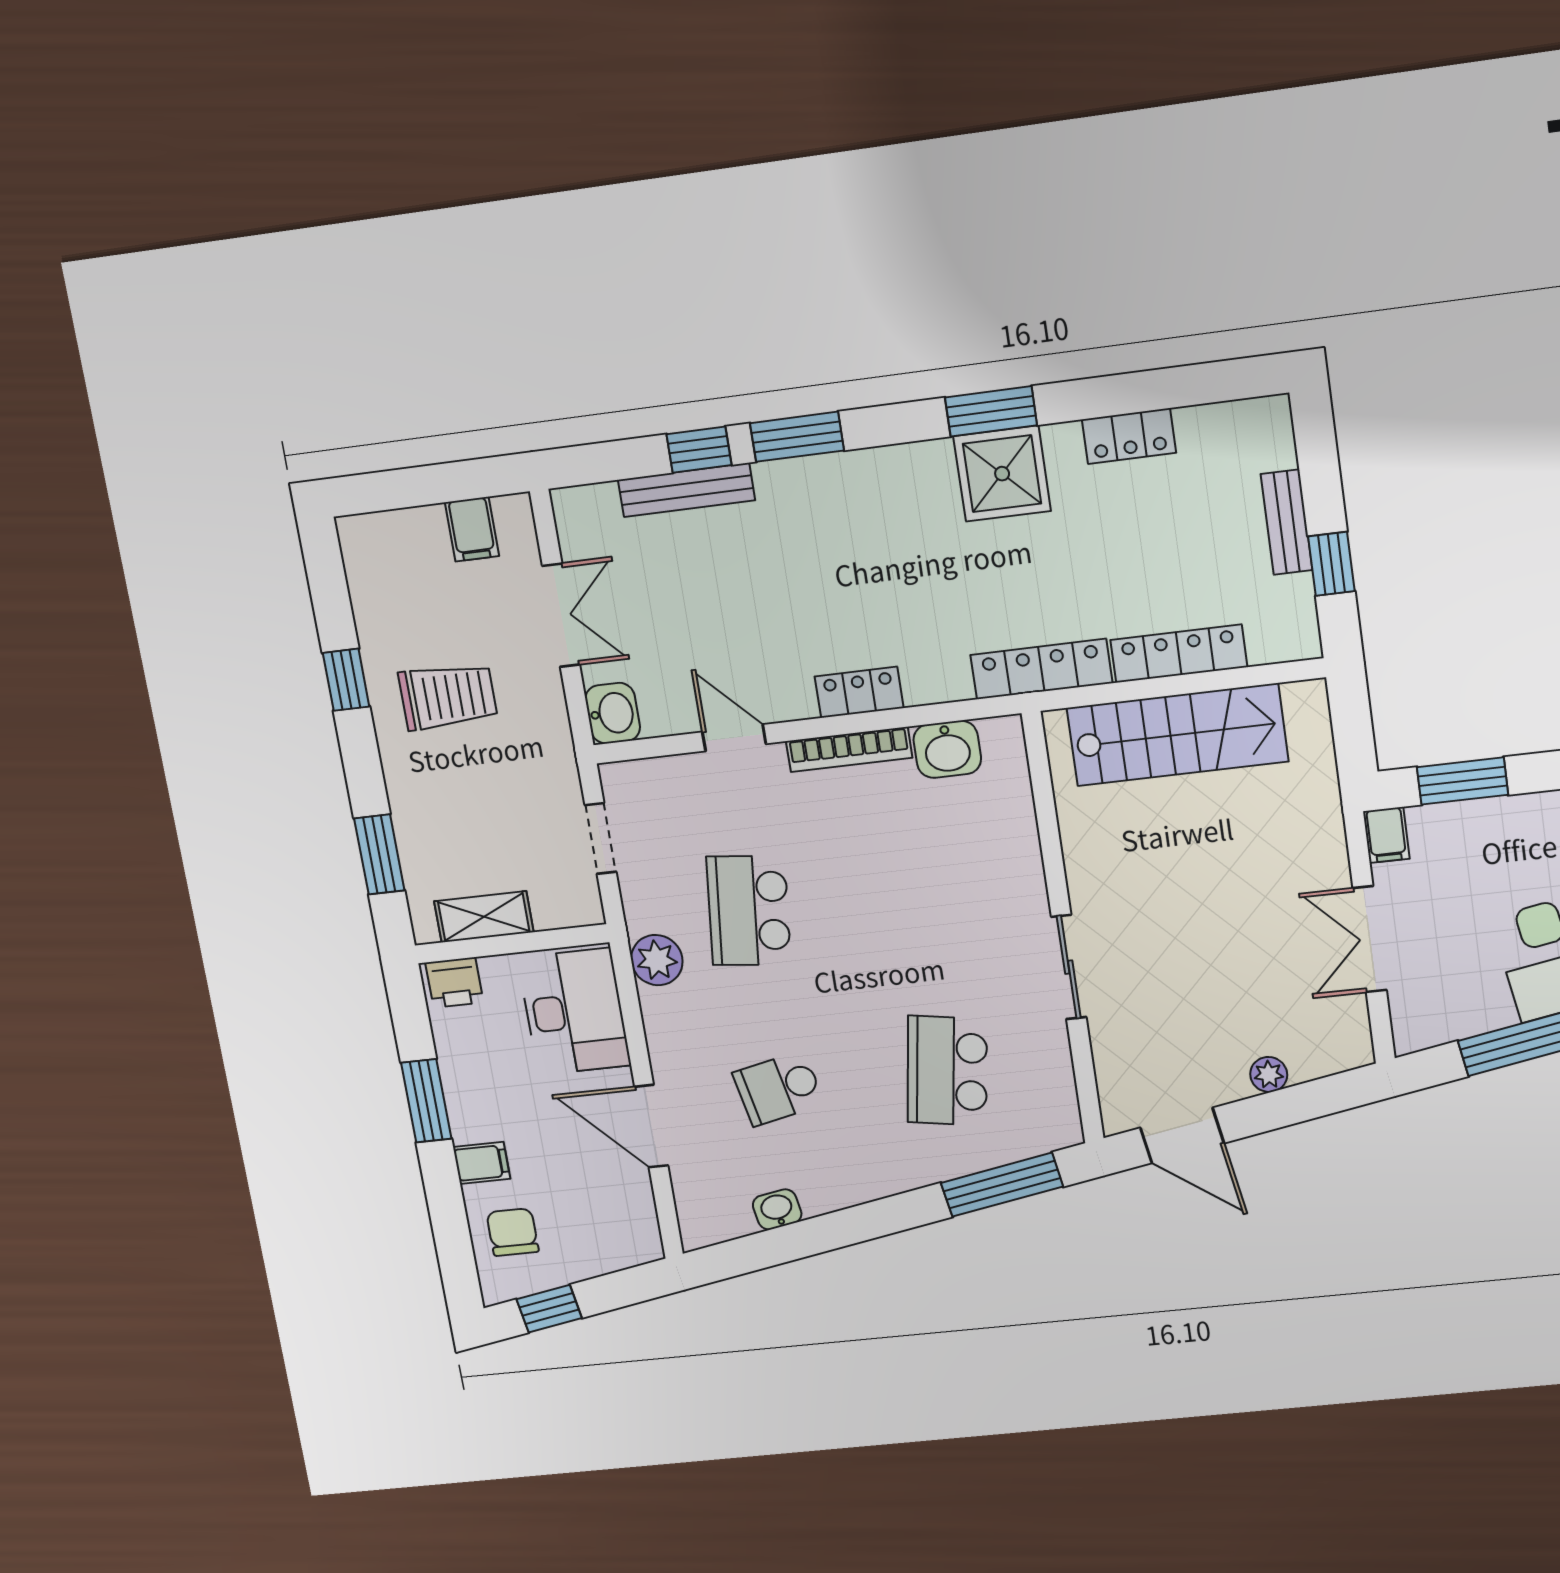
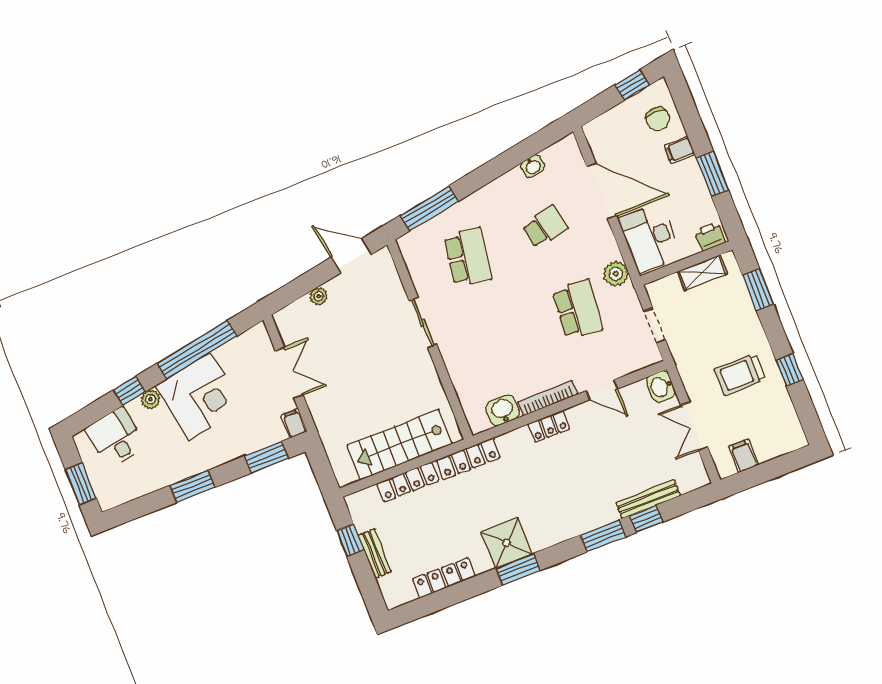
locker: (1129, 436) -> (444, 578), width x1.53
door: (651, 1126) -> (602, 191), width x1.36

